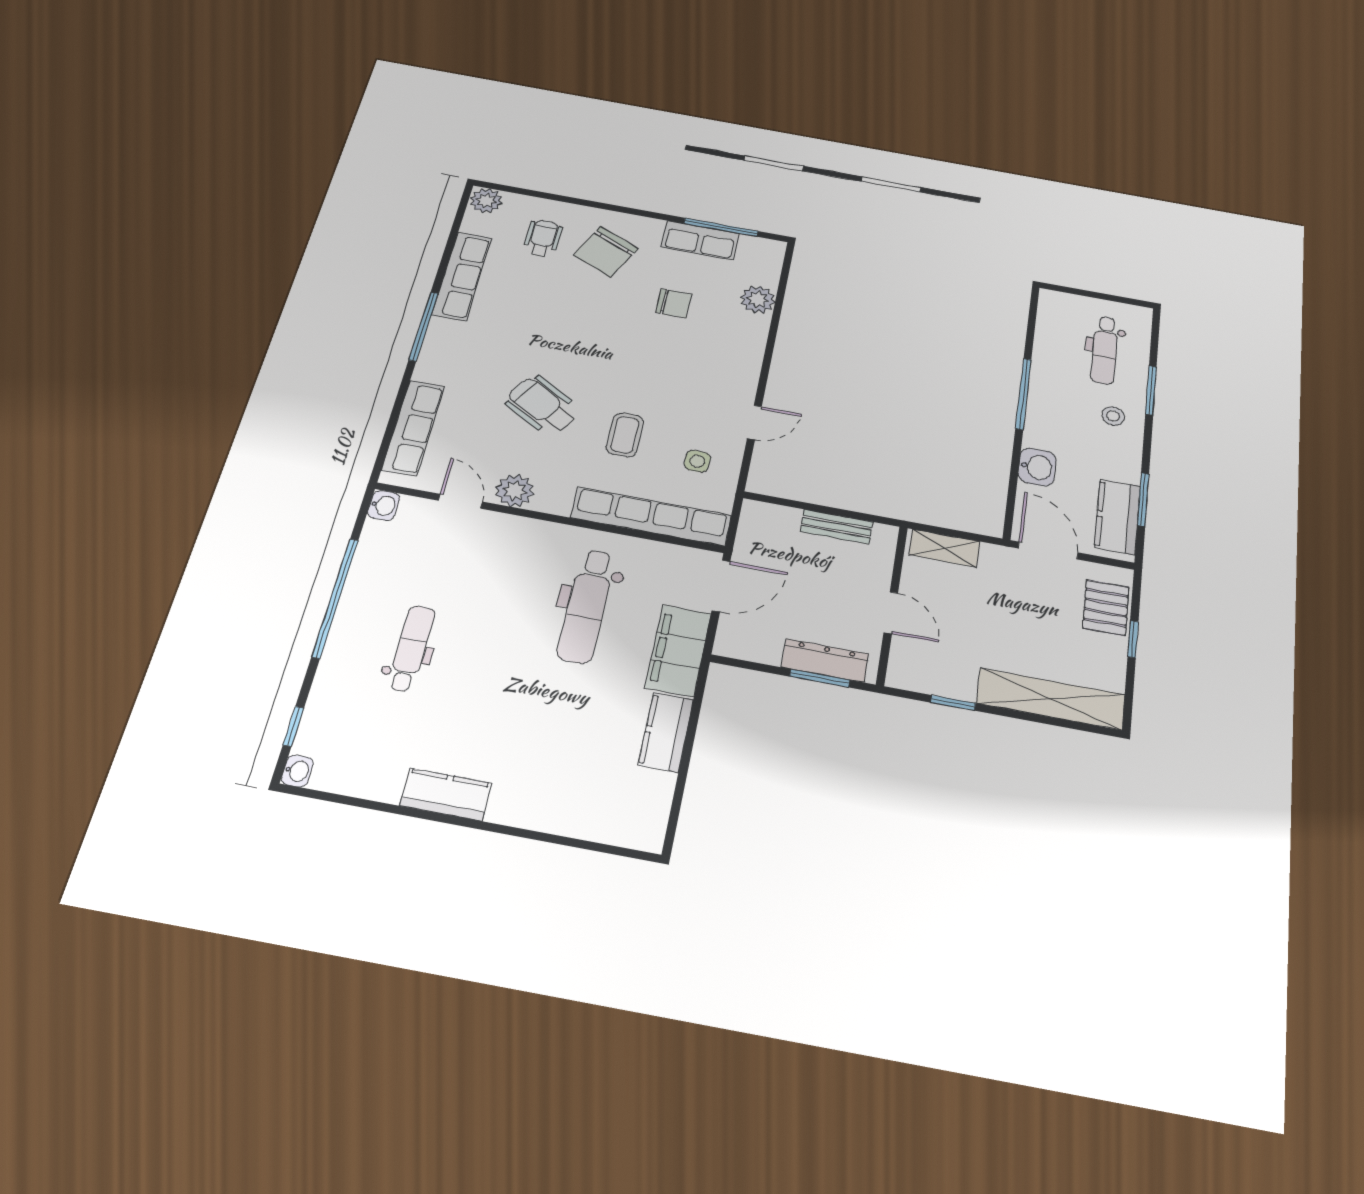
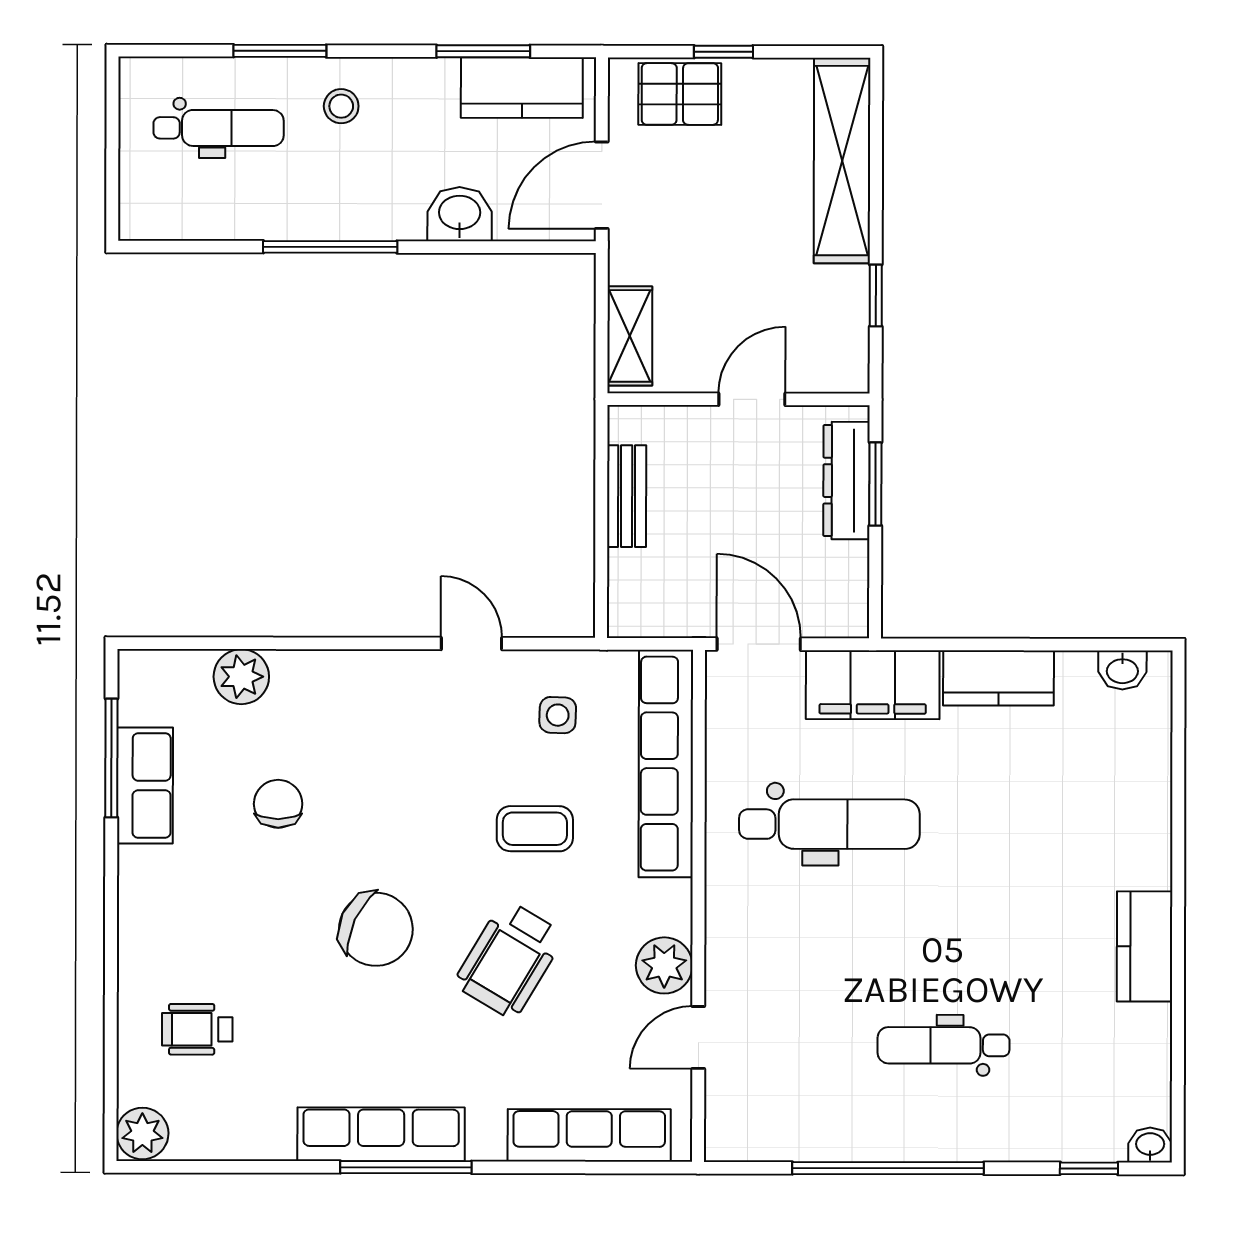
chair: (606, 252) -> (376, 929), moved
row of seats: (462, 276) -> (381, 1134), moved
washbasin: (384, 505) -> (1122, 670), moved, turned 180

